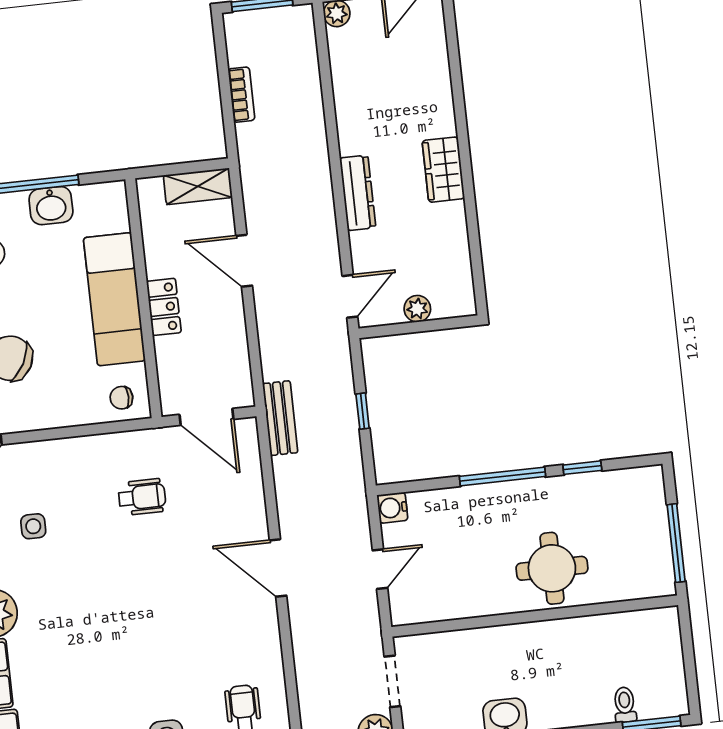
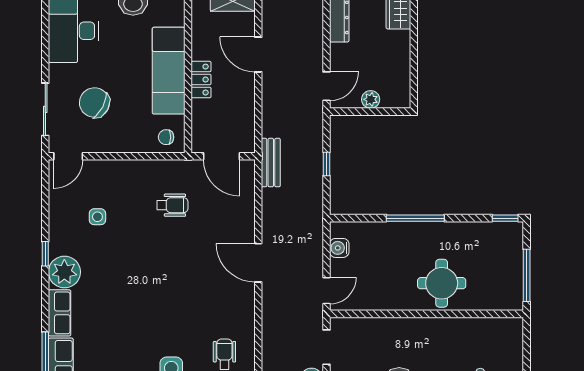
window: (582, 468) -> (505, 218), moved
water cooler: (392, 508) -> (339, 248), moved
door: (380, 569) -> (326, 291), moved

